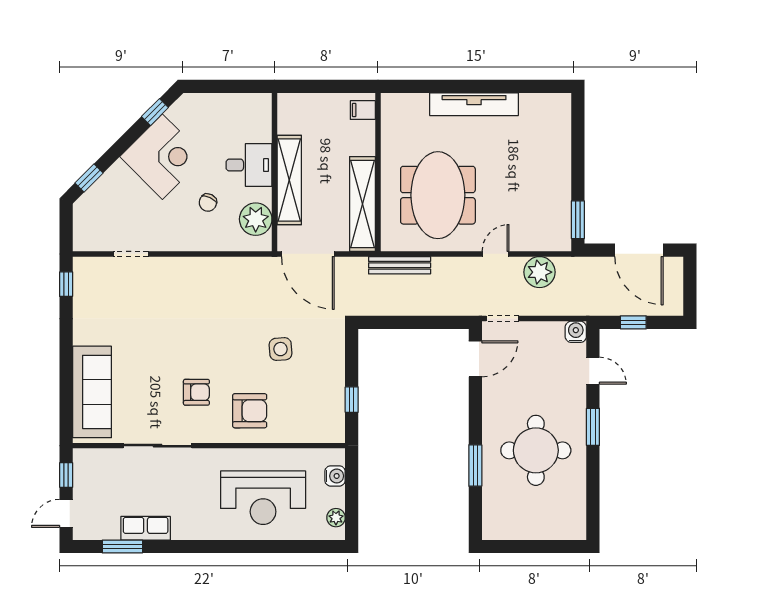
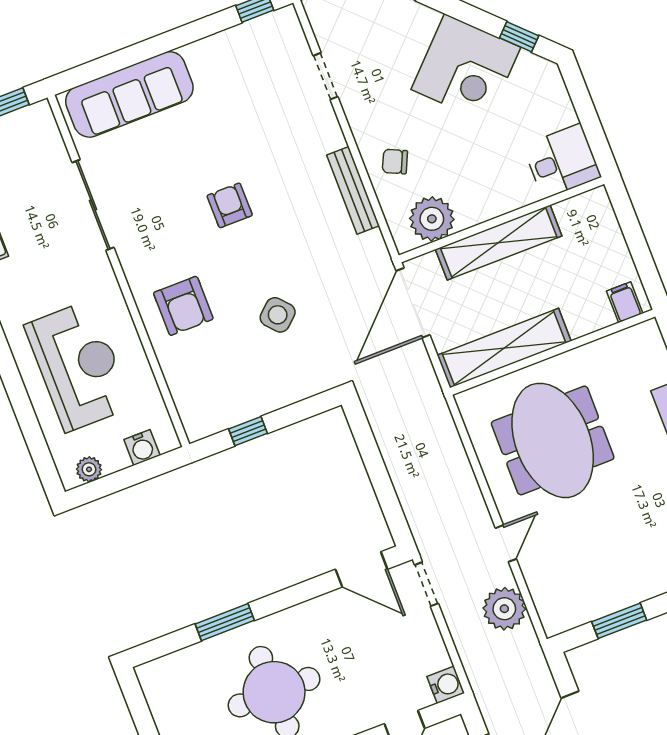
desk: (249, 165) -> (562, 161), moved, turned -90
meeting table: (438, 195) -> (553, 440), turned 90
chair: (208, 203) -> (395, 162), moved
window: (578, 220) -> (619, 621), moved
door: (496, 254) -> (506, 543), hinge flipped
bench: (400, 265) -> (353, 190), moved
side table: (281, 349) -> (278, 315), turned -38
armchair: (196, 392) -> (230, 205), moved, turned 180
reception desk: (263, 498) -> (78, 366), turned 180

